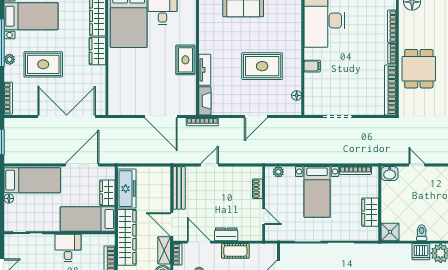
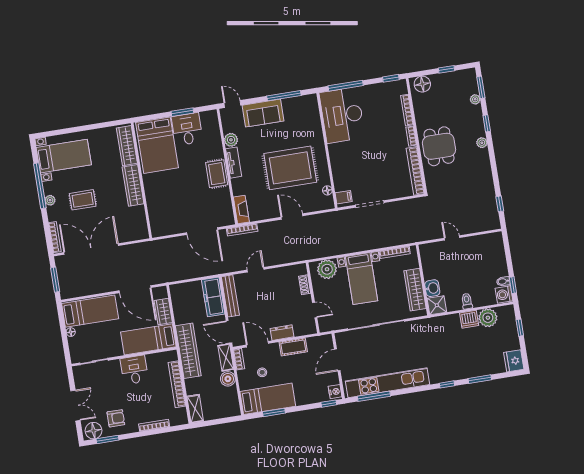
plant: (206, 27) -> (231, 140), added
wardrobe: (97, 51) -> (133, 185), width x1.50
rug: (43, 64) -> (83, 200), width x0.73, depth x0.70
rug: (262, 66) -> (290, 168), width x1.37, depth x1.44
filing cabinet: (312, 66) -> (344, 197), moved
tv unit: (205, 70) -> (234, 163), moved
double door: (67, 116) -> (91, 249), moved
door: (256, 116) -> (292, 217), swing flipped
door: (82, 165) -> (135, 289), swing flipped
plant: (278, 172) -> (327, 269), width x1.87, depth x1.87
washbasin: (390, 174) -> (432, 288), moved, turned -90
freezer: (127, 189) -> (213, 297), moved, turned 180
wardrobe: (370, 212) -> (415, 290), width x1.50

